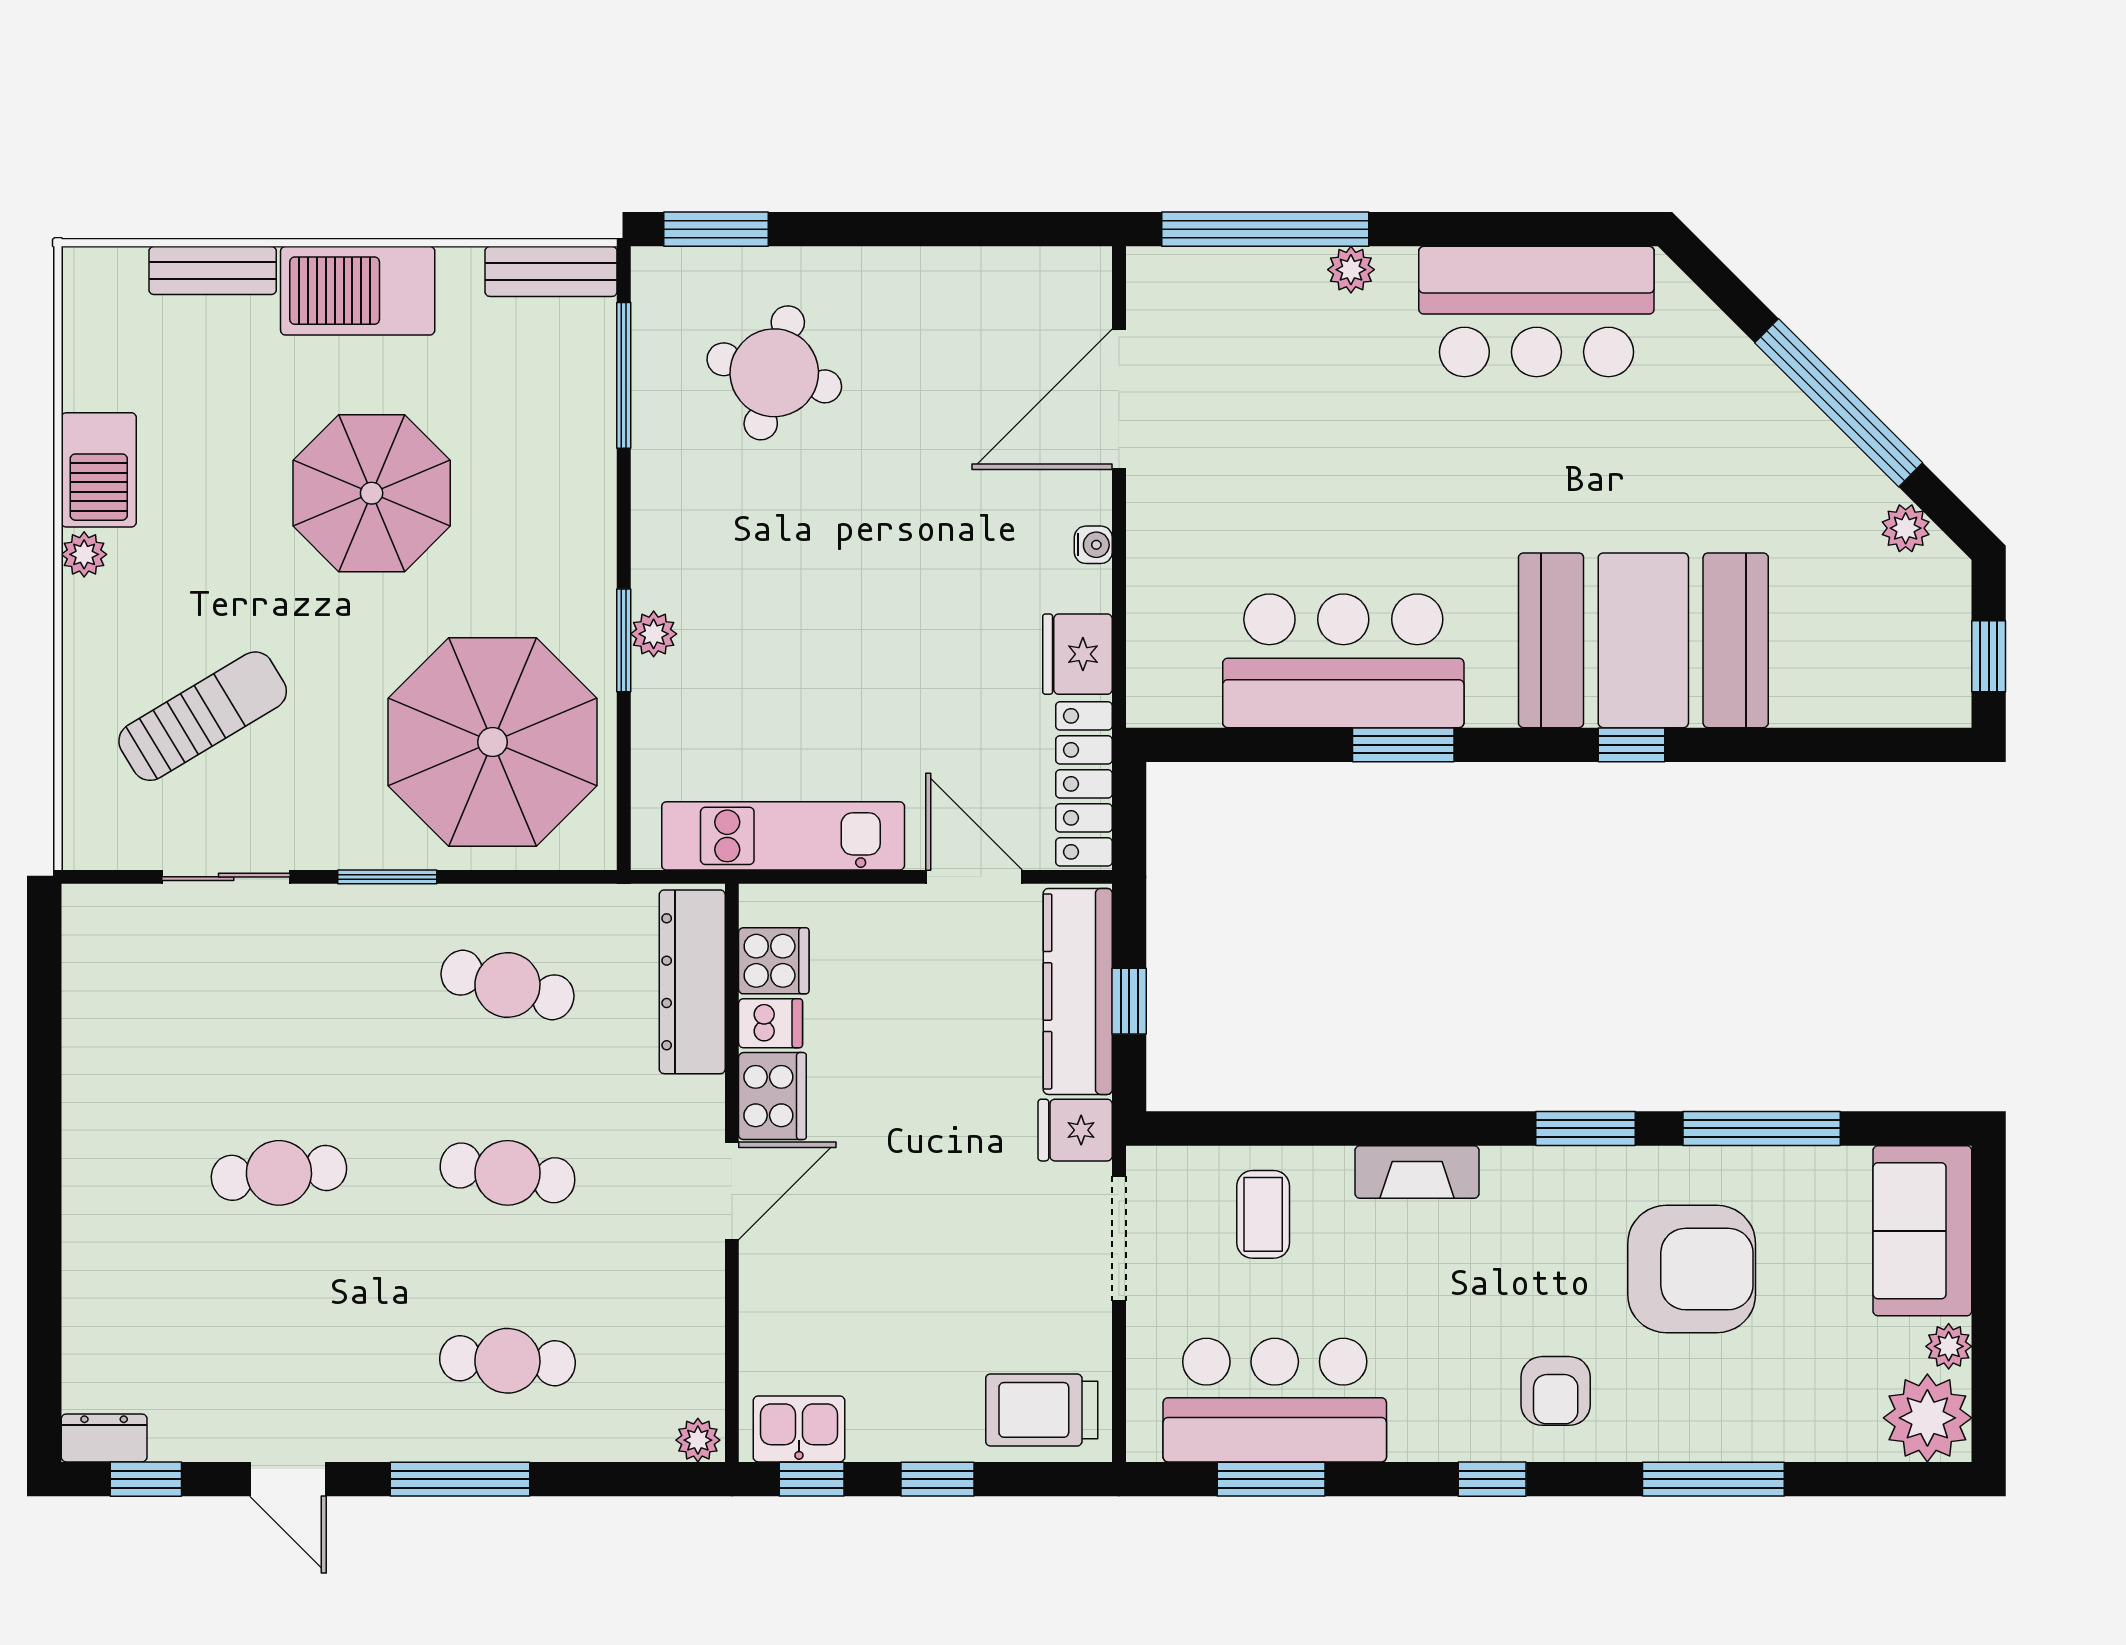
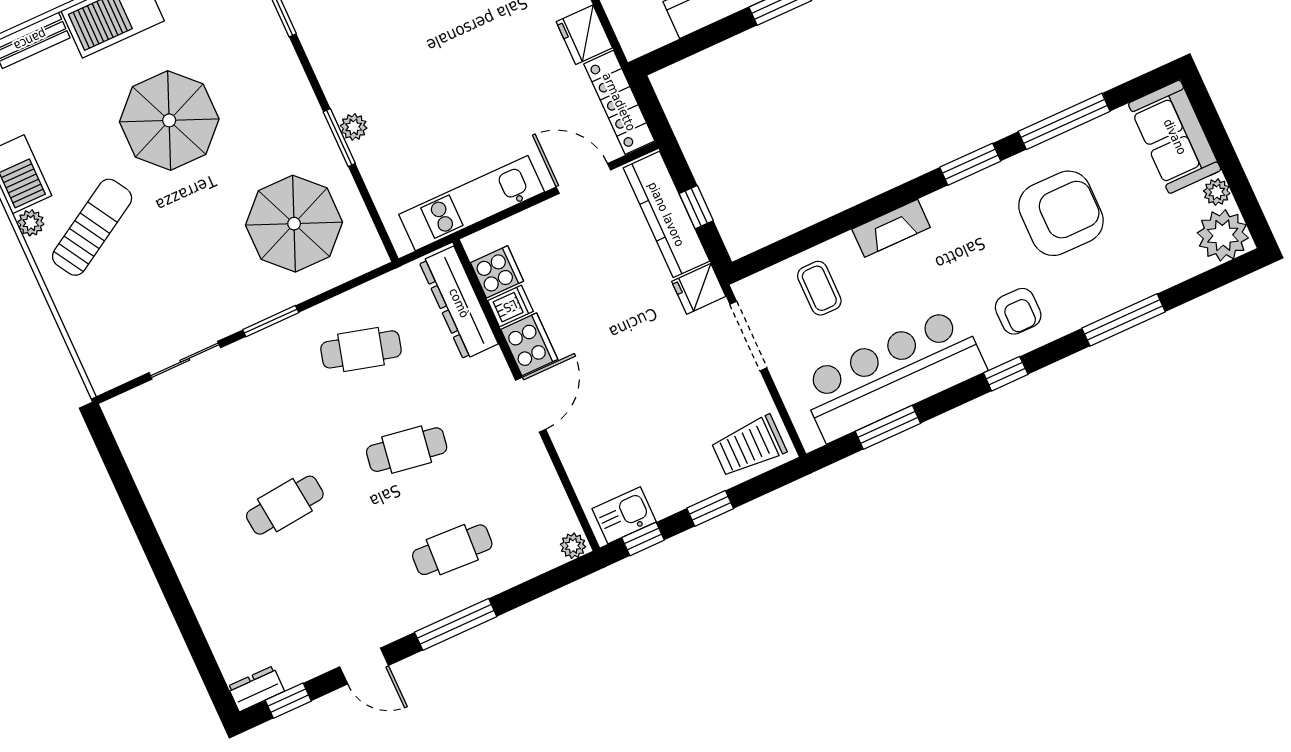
sun lounger: (203, 716) -> (92, 227), moved
parasol: (493, 742) -> (294, 224), width x0.73, depth x0.73
bar counter: (1275, 1400) -> (892, 374), width x1.36

